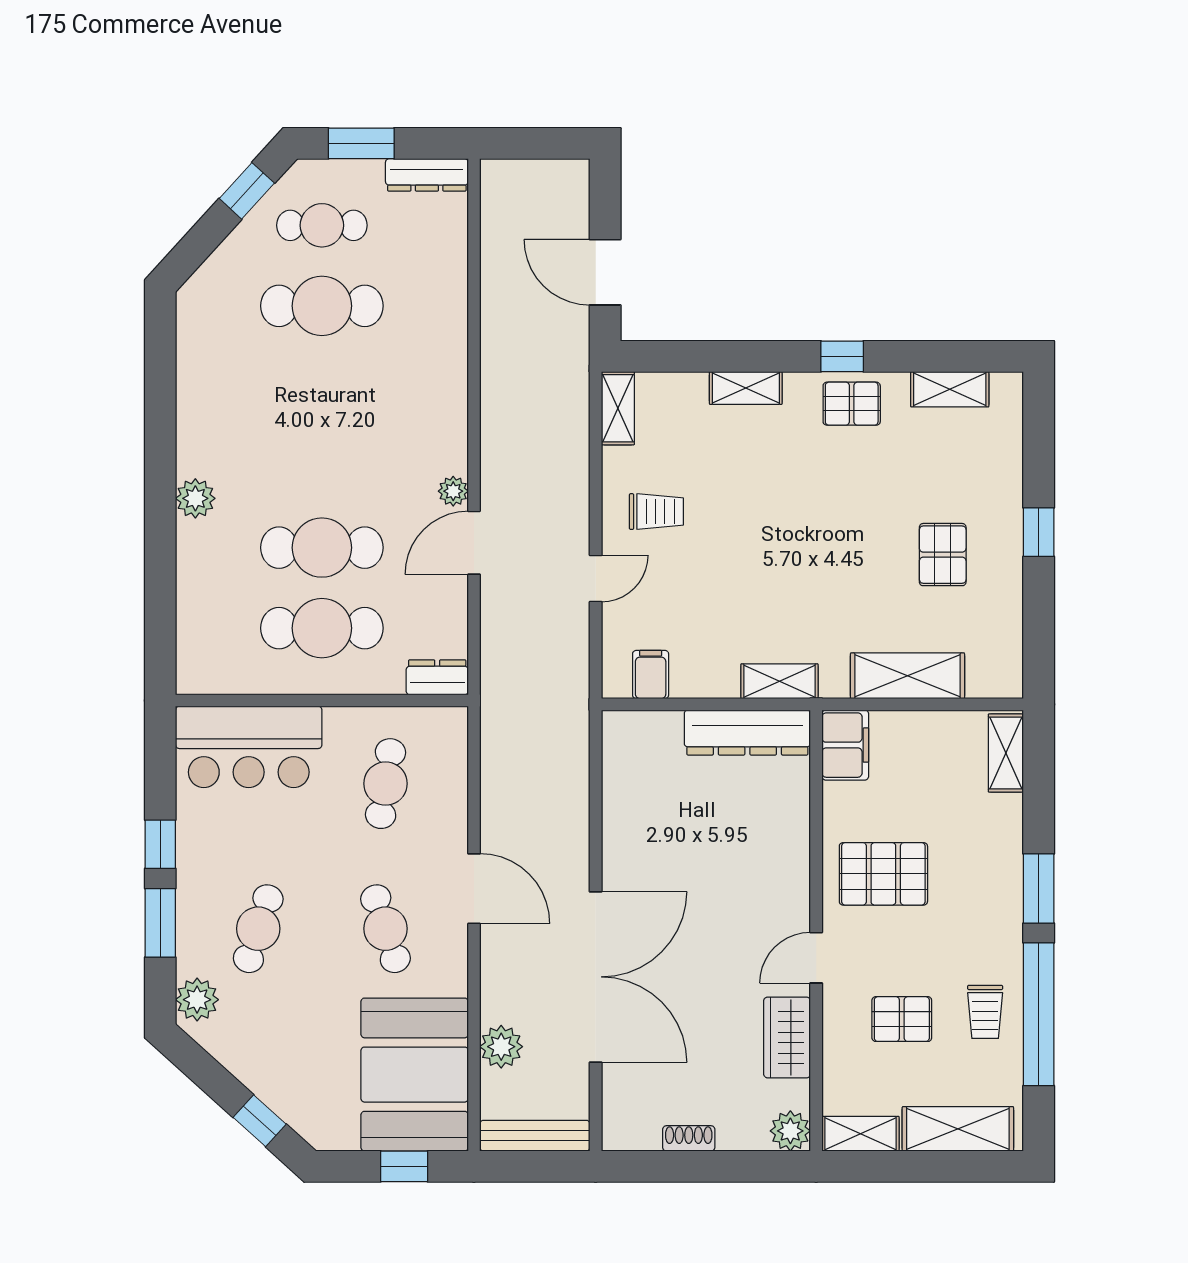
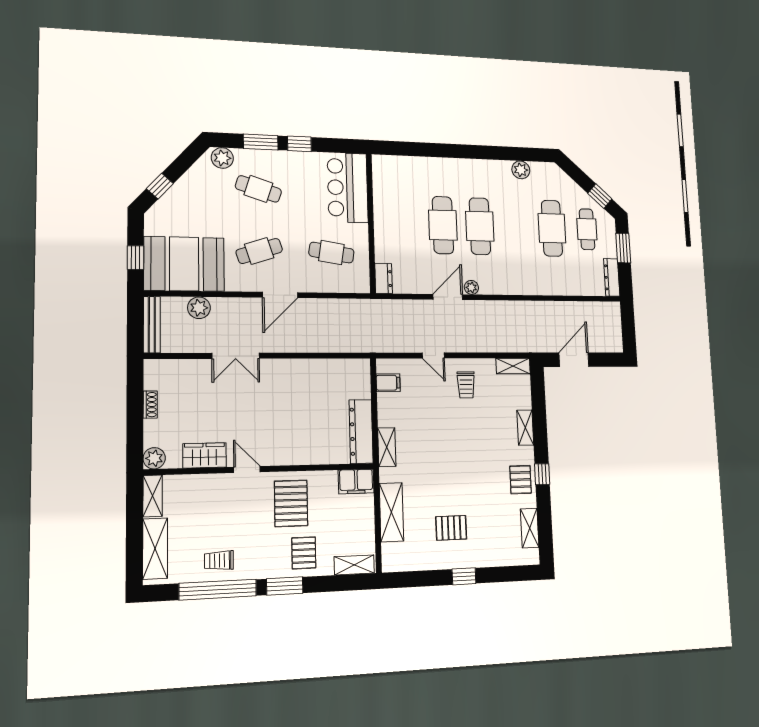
plant: (195, 498) -> (521, 170), moved
door: (474, 543) -> (448, 297), hinge flipped
cafe table: (322, 628) -> (480, 226), moved
double door: (596, 977) -> (236, 356), width x0.54
pallet: (902, 1019) -> (304, 553), moved

